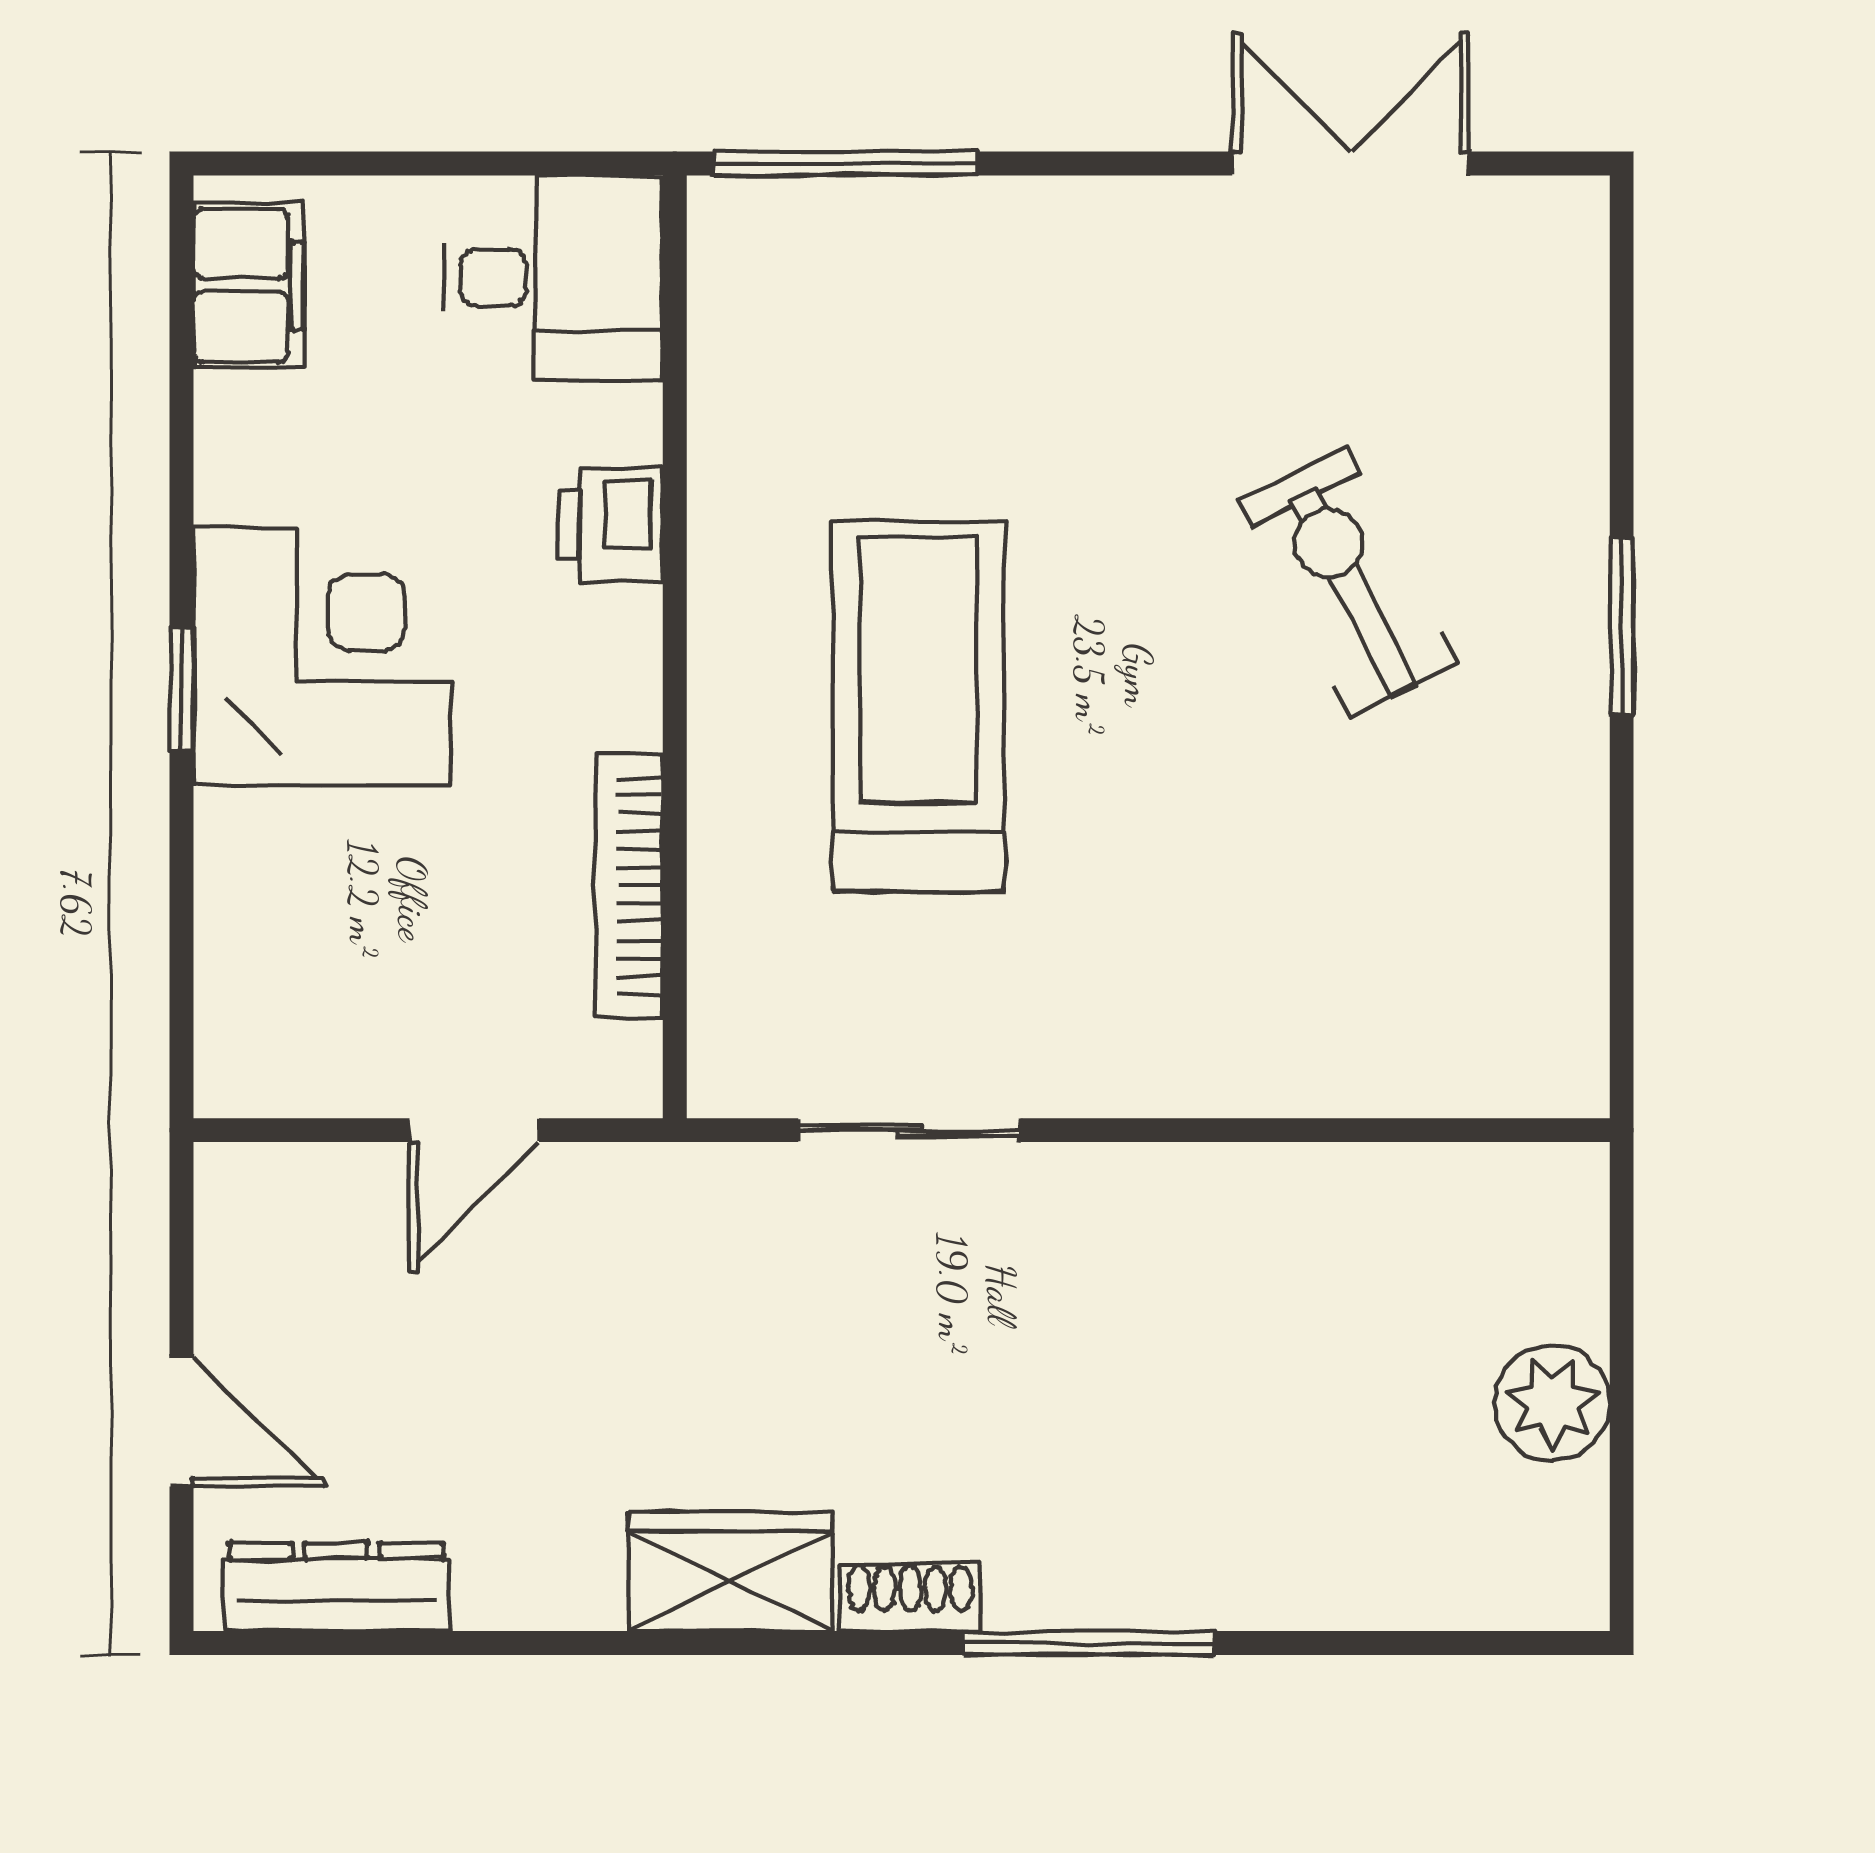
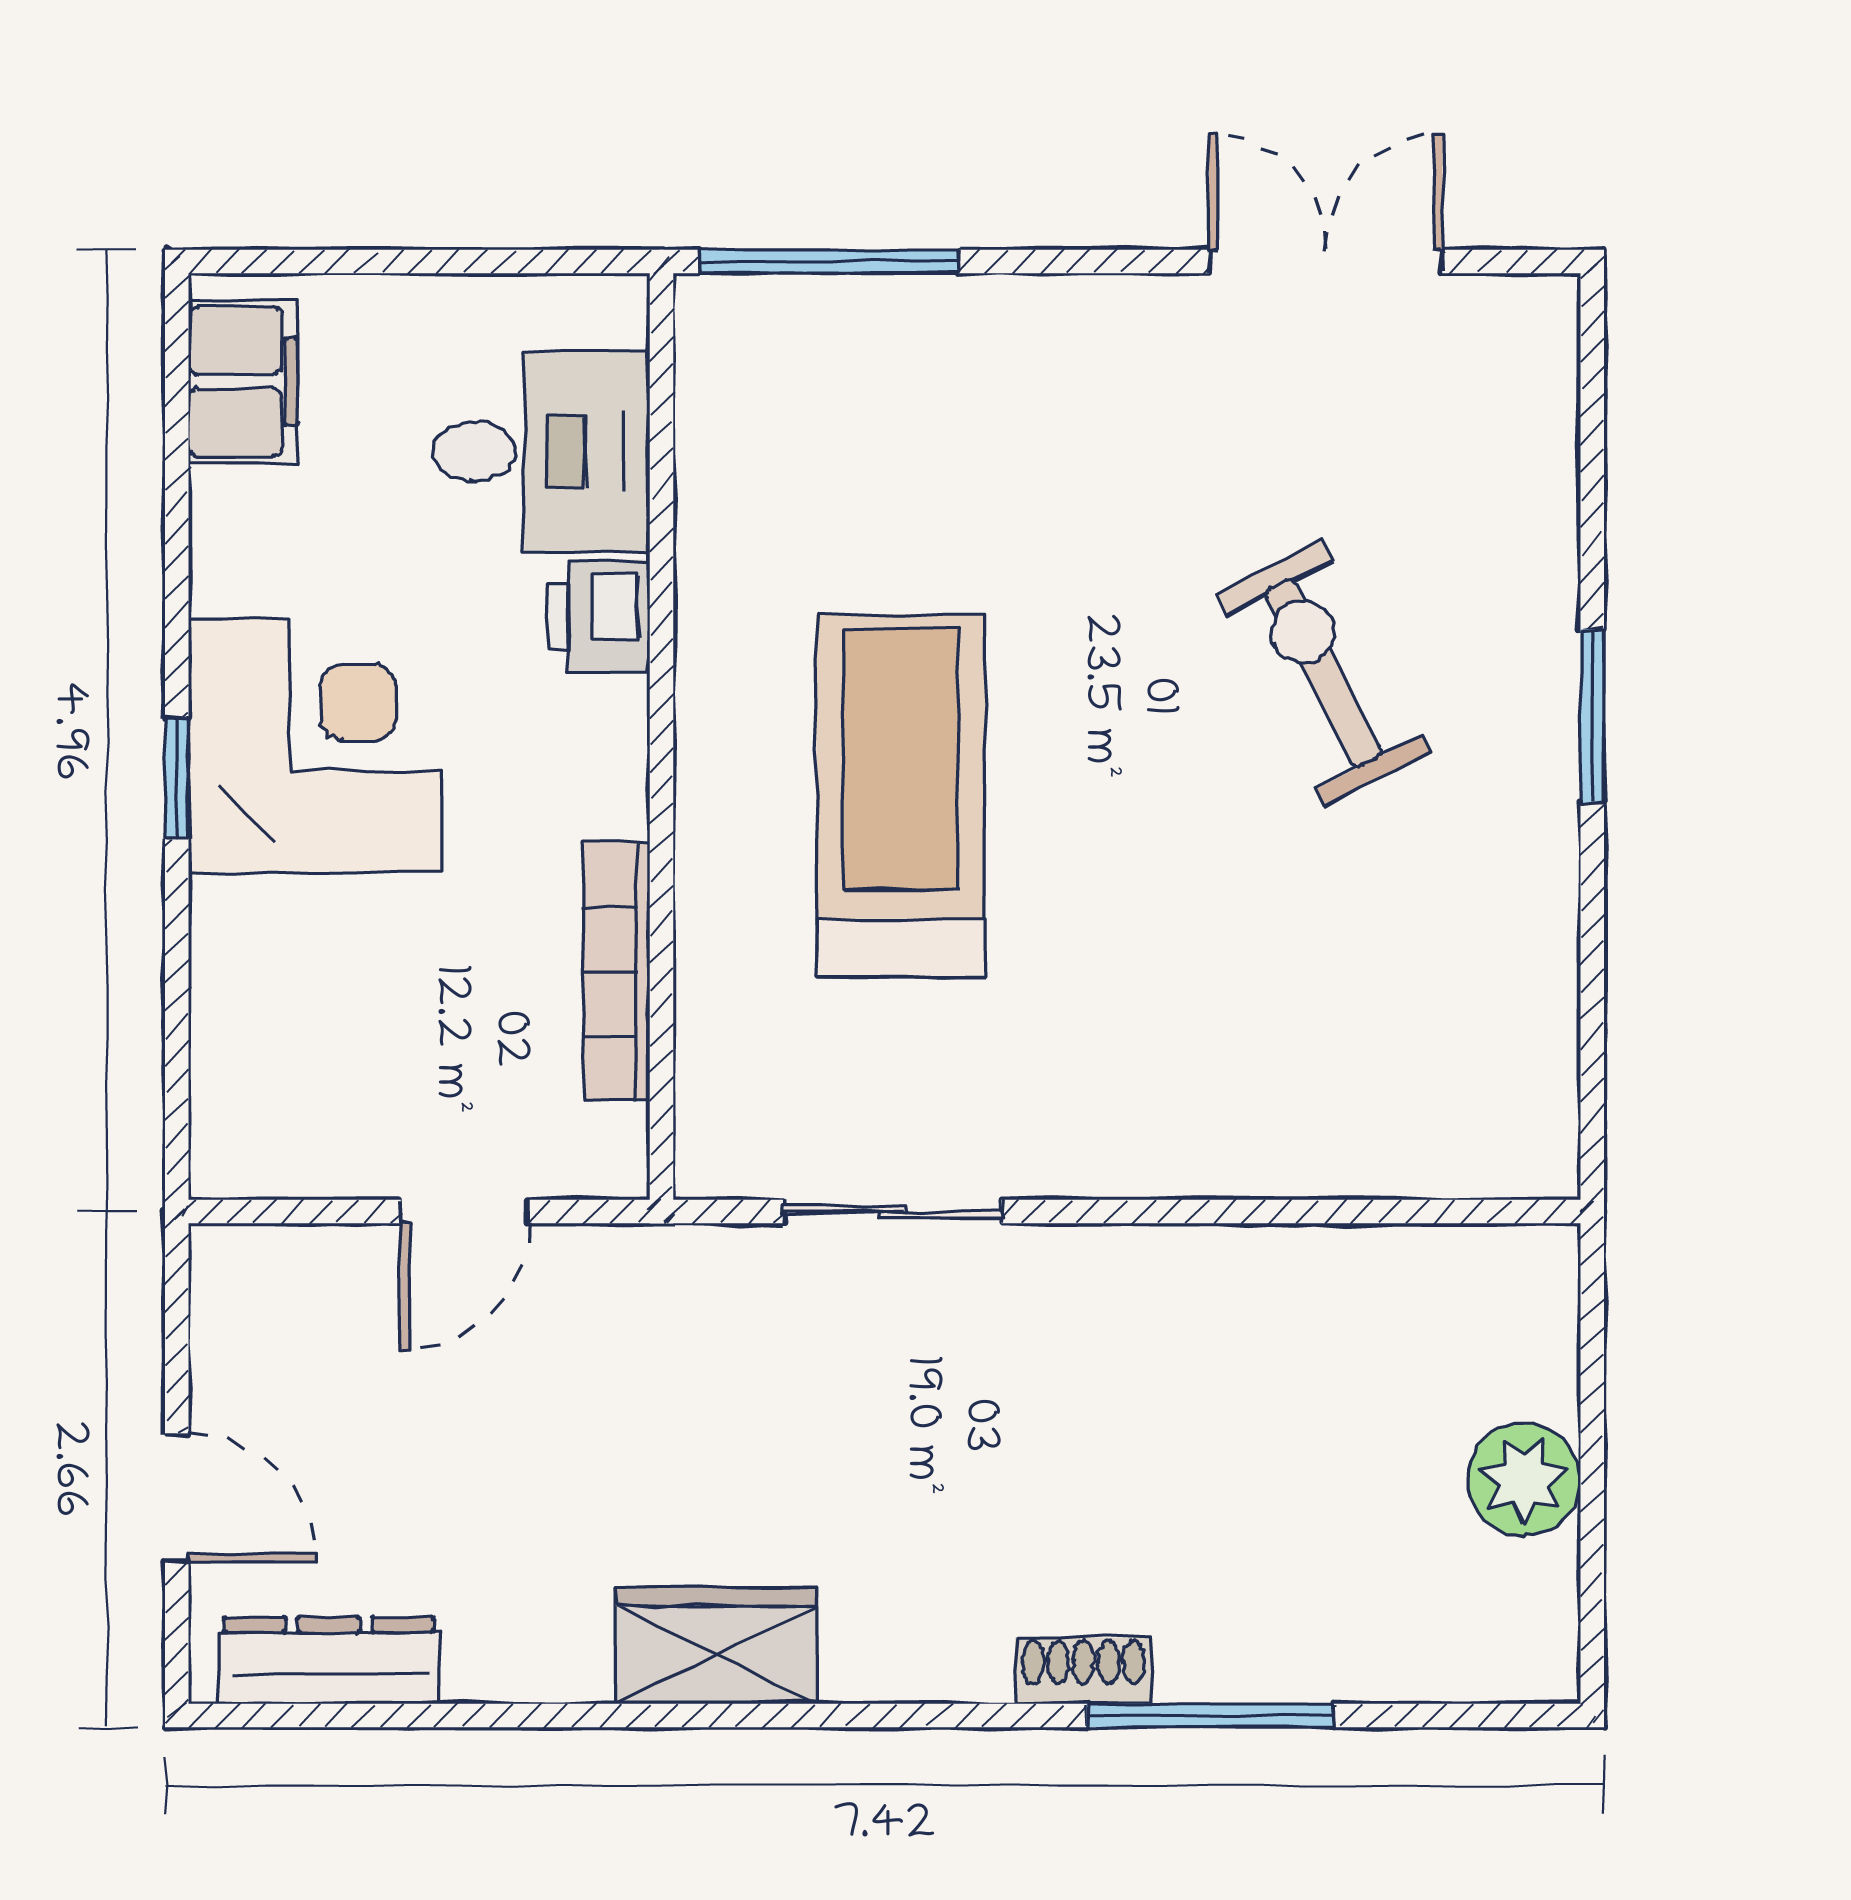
desk: (553, 278) -> (542, 452), moved
shoe rack: (910, 1597) -> (1083, 1671), moved
window: (1089, 1643) -> (1210, 1716), moved

